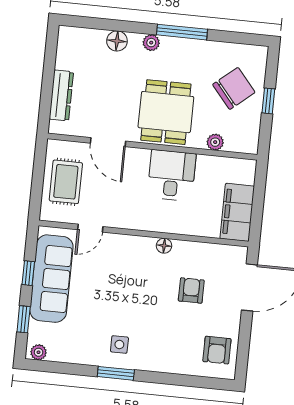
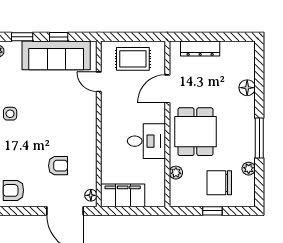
plant: (151, 43) -> (249, 169), moved
chair: (234, 88) -> (219, 183), turned 130
dining table: (166, 112) -> (195, 132), turned 90
floor lamp: (164, 246) -> (91, 195), moved

